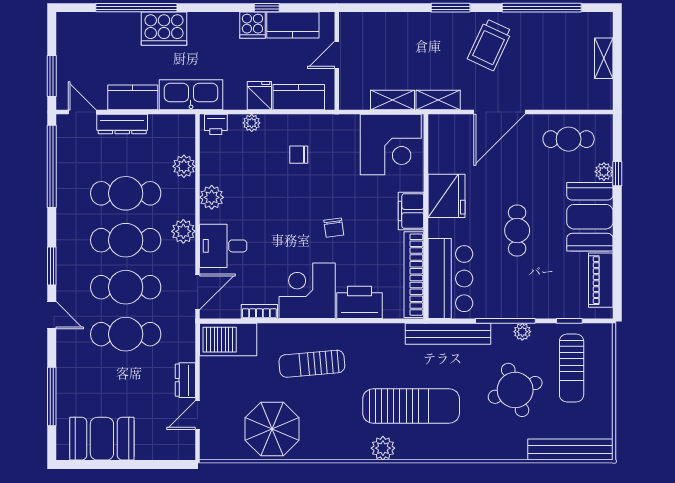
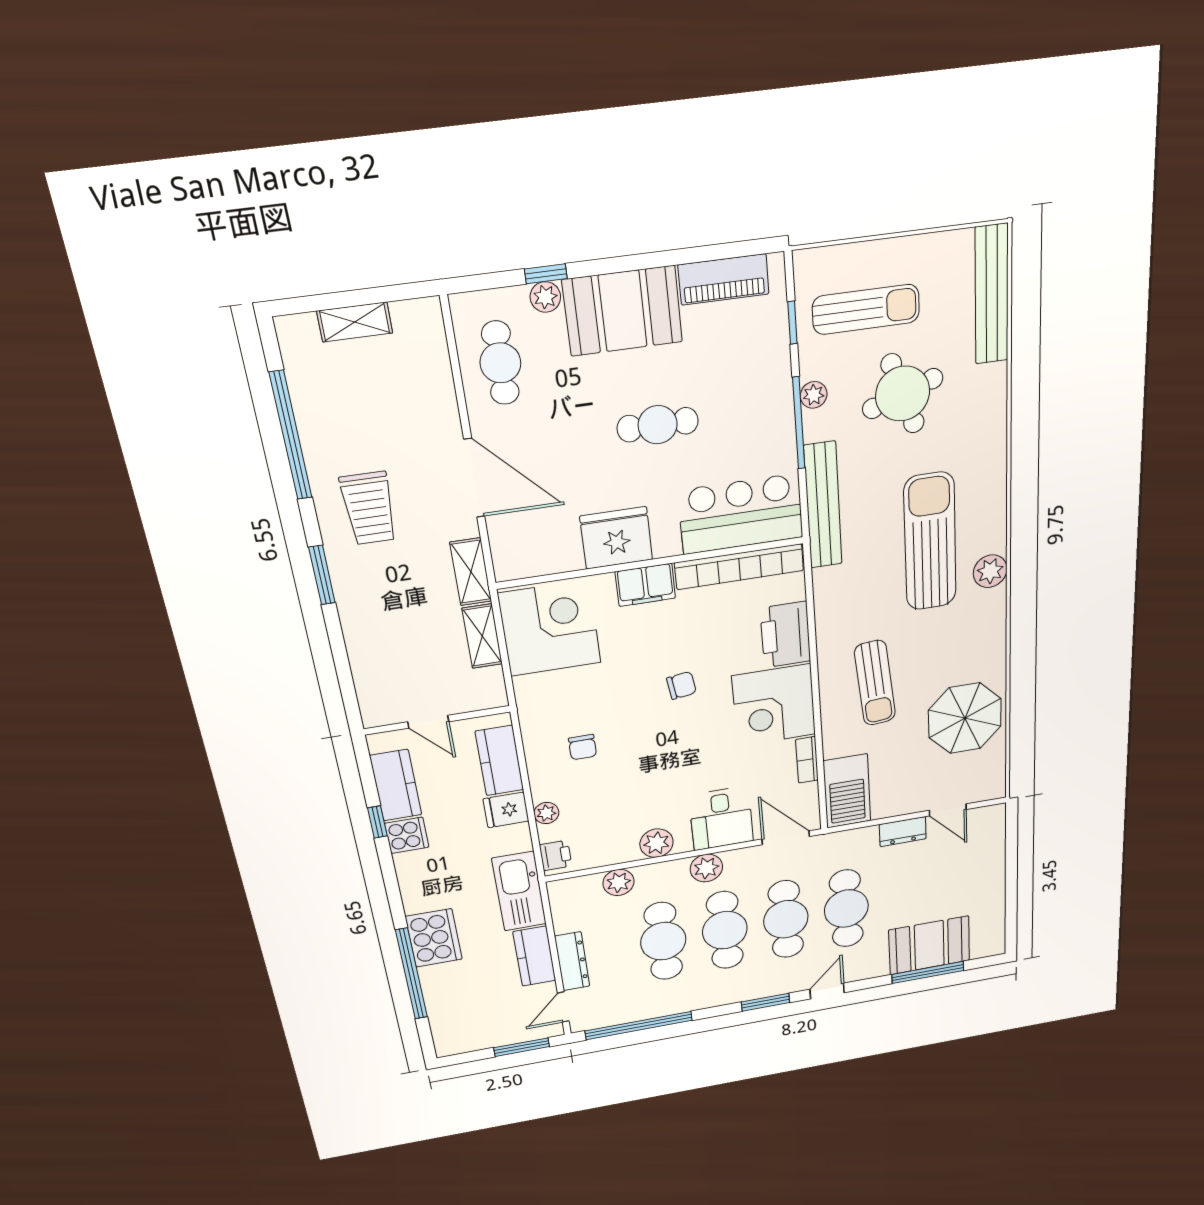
trolley: (490, 45) -> (369, 508), turned 65
booth: (102, 439) -> (929, 945), moved, turned 90

